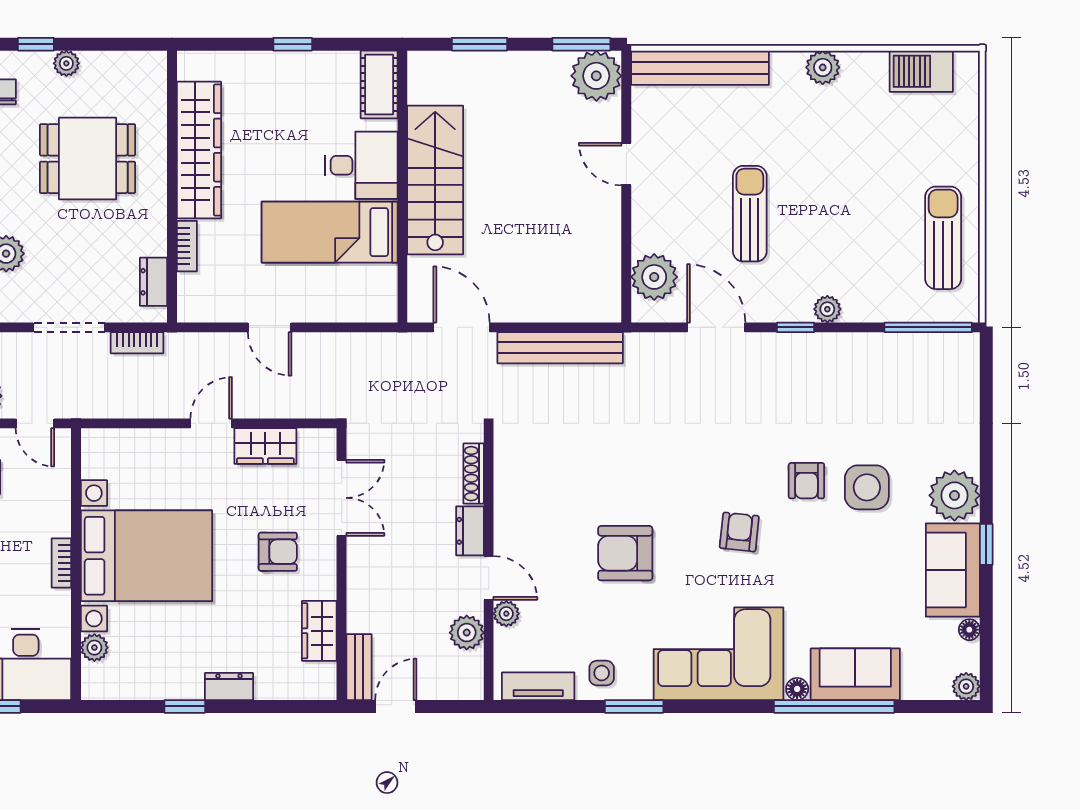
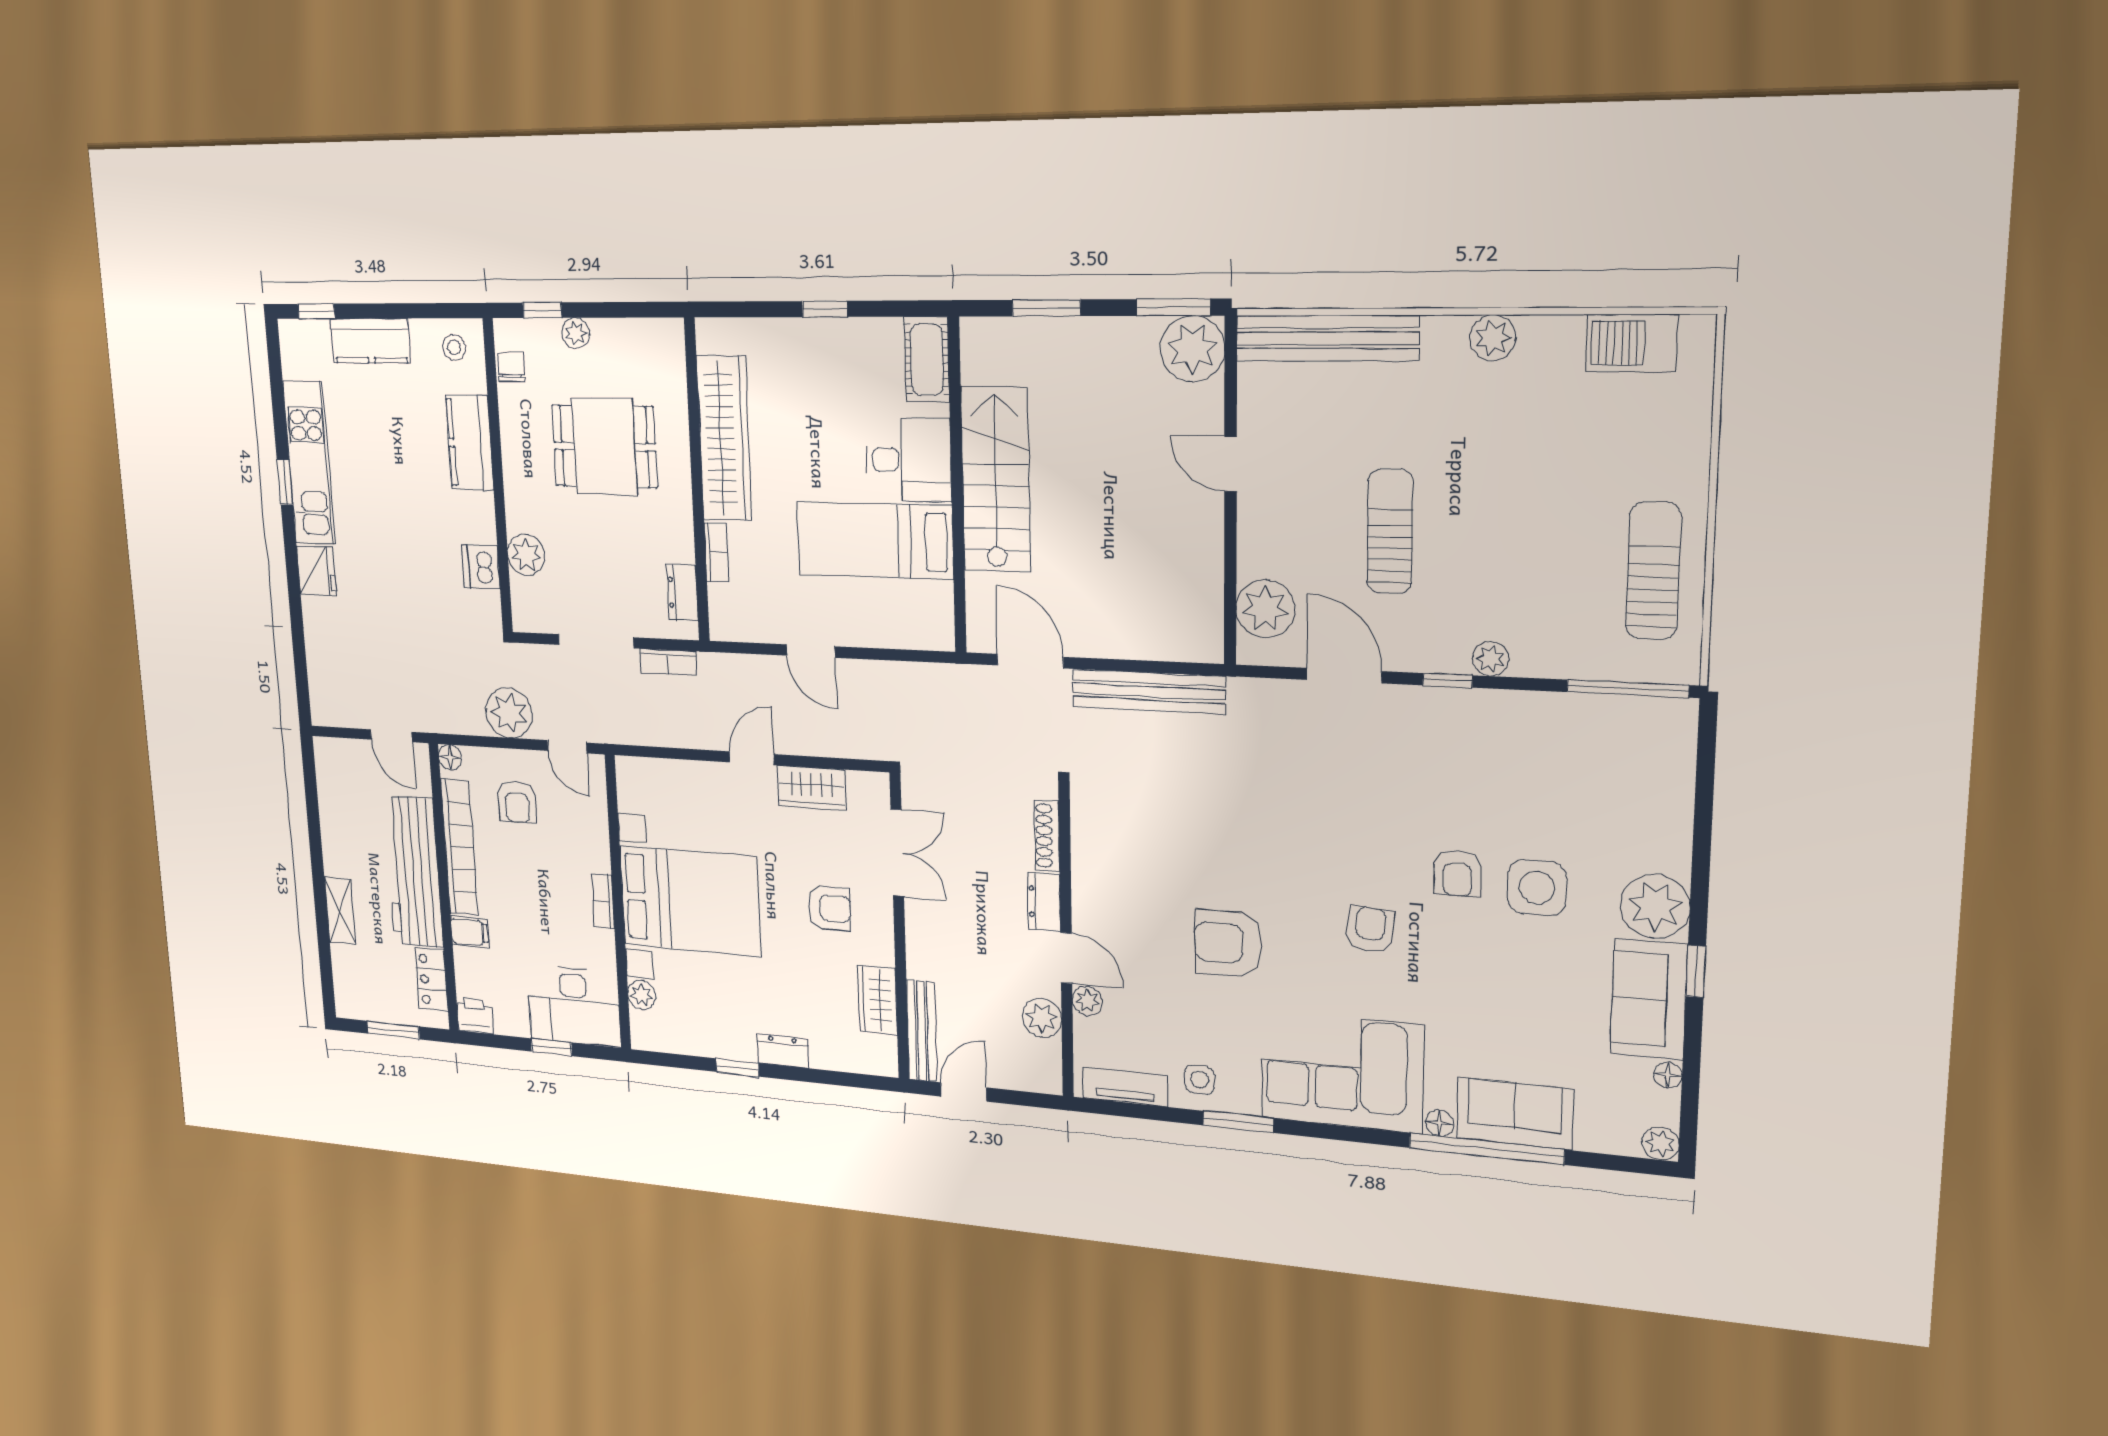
bench: (359, 667) -> (922, 1031), width x1.36

